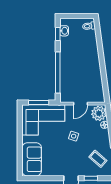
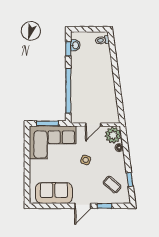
sofa: (32, 159) -> (54, 193), moved, turned -90

